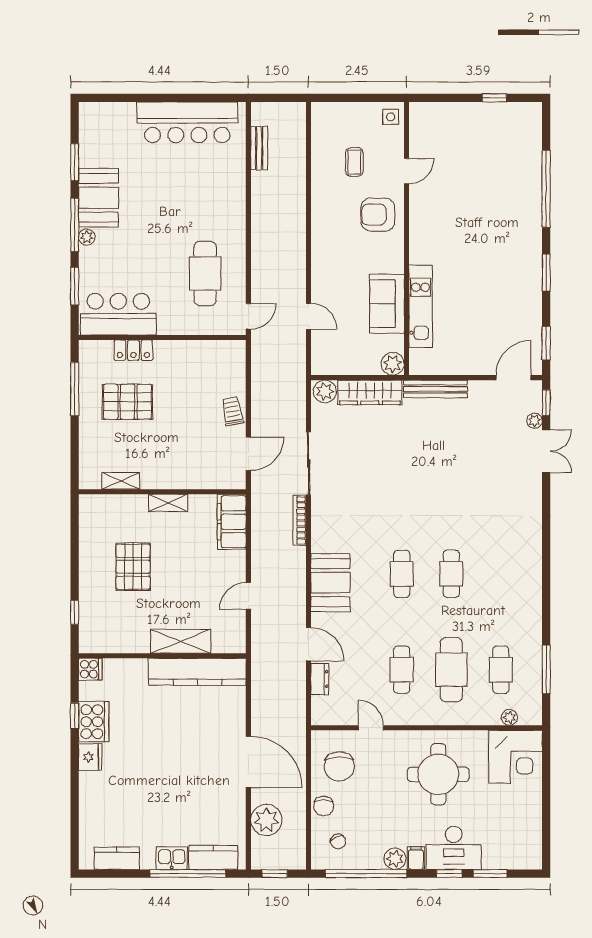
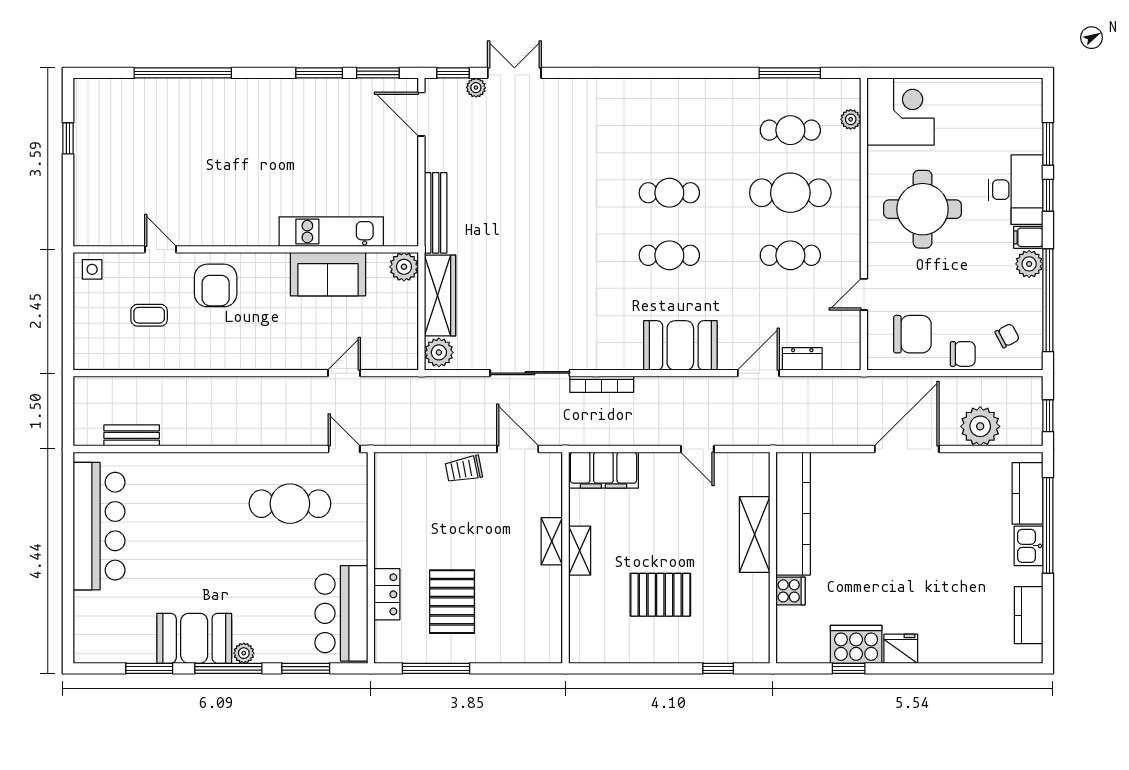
window: (546, 273) -> (319, 73), moved
shelving: (121, 481) -> (552, 541), moved
cooker: (90, 669) -> (790, 591), moved, turned 90

